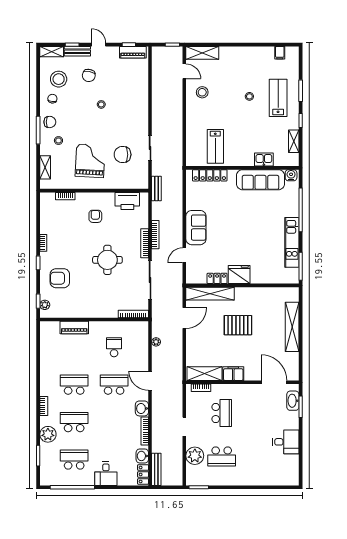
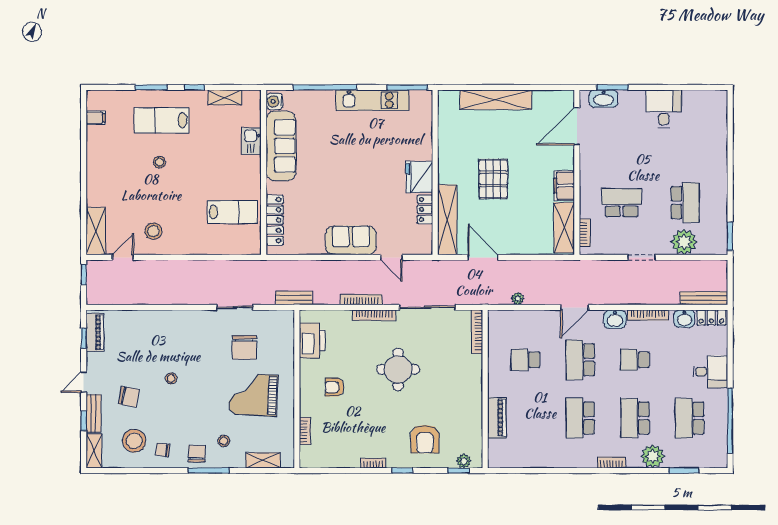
school desk: (114, 422) -> (635, 360), added

